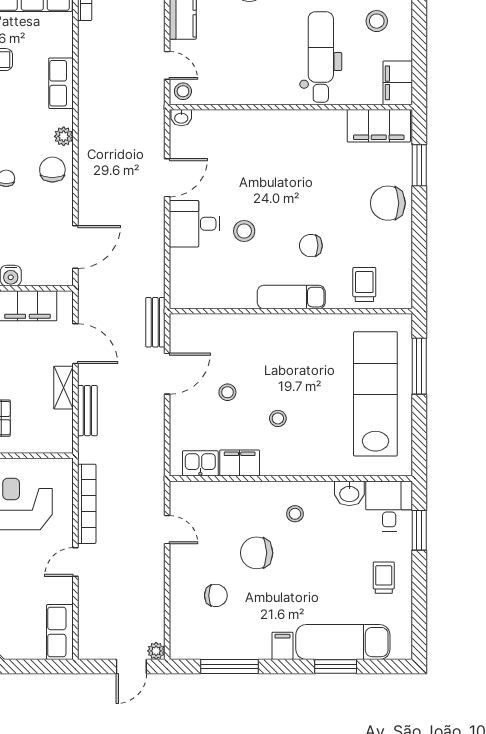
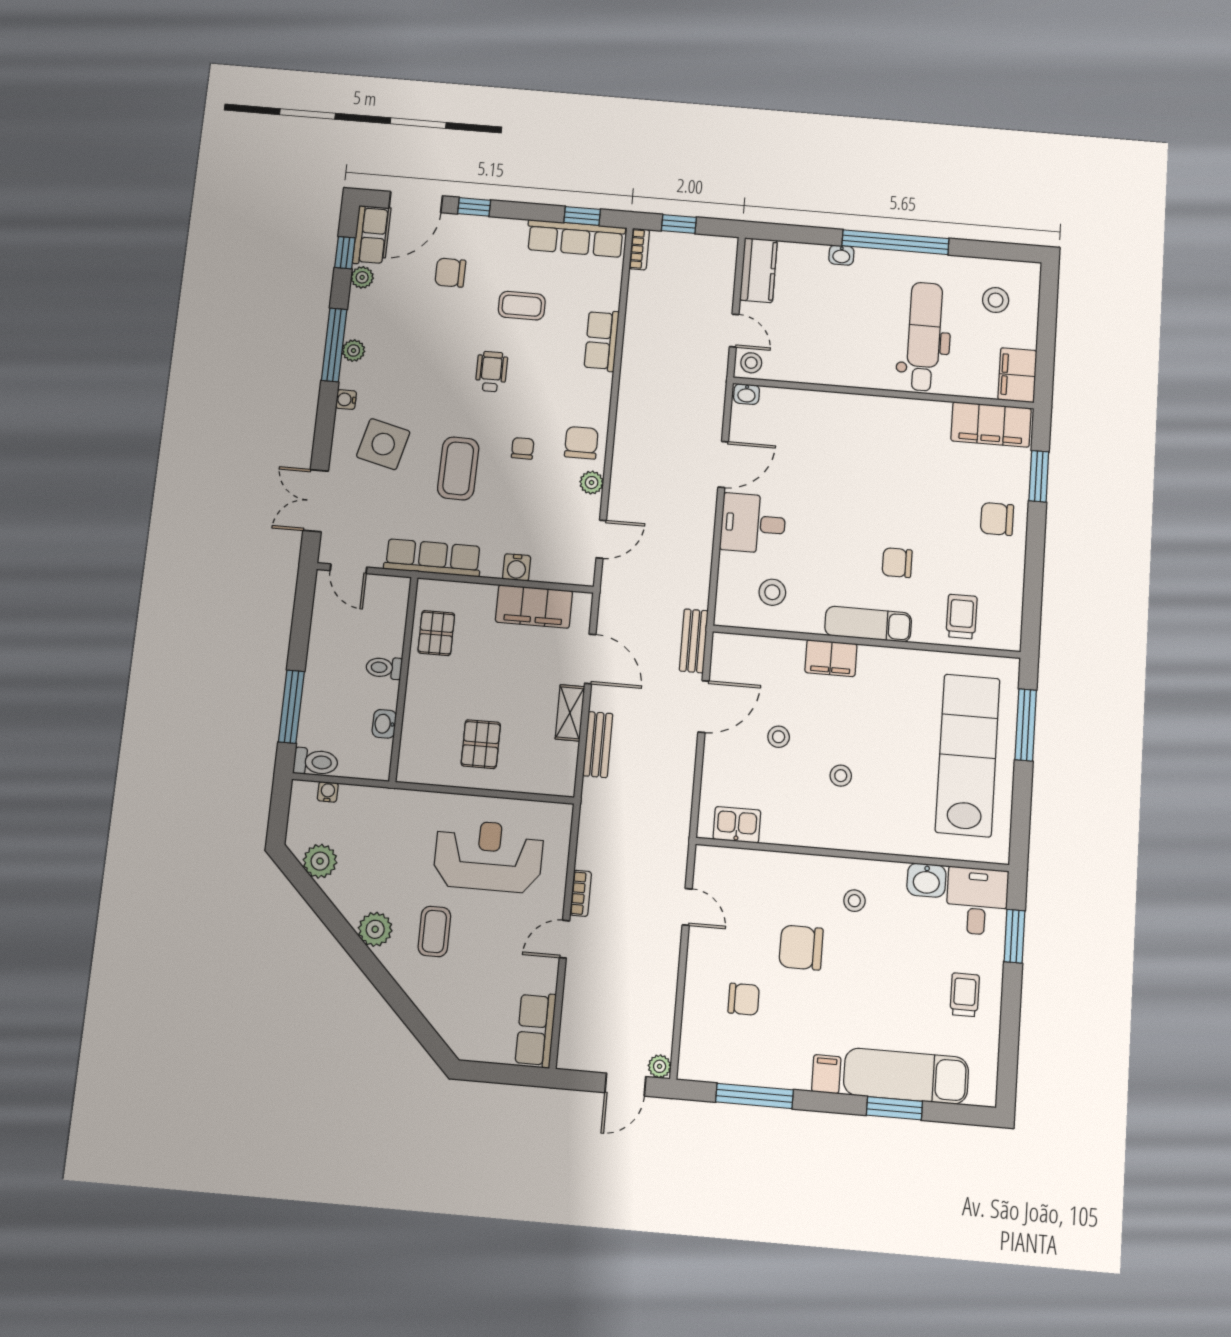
plant: (64, 136) -> (592, 483), moved
chair: (388, 203) -> (997, 519), width x0.73, depth x0.73
stool: (244, 231) -> (772, 592), moved
door: (75, 247) -> (601, 539), width x0.73
filing cabinet: (240, 463) -> (831, 658), moved, turned 180
bookcase: (87, 504) -> (581, 893), width x0.43, depth x0.76

